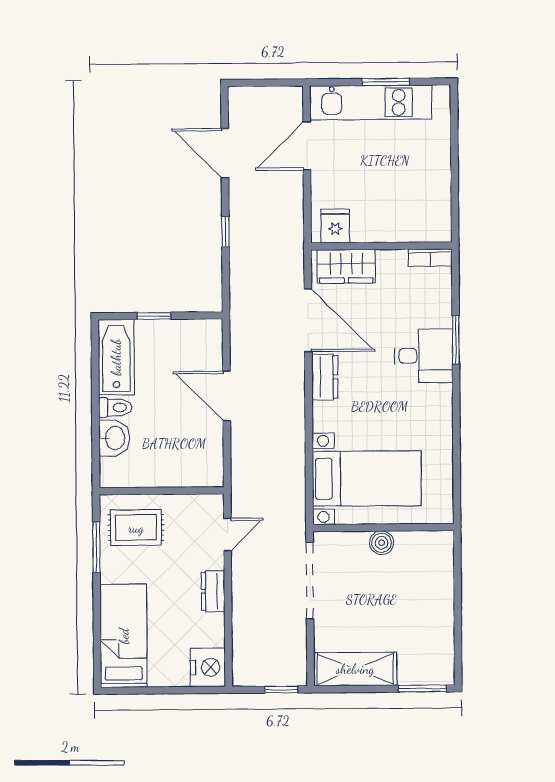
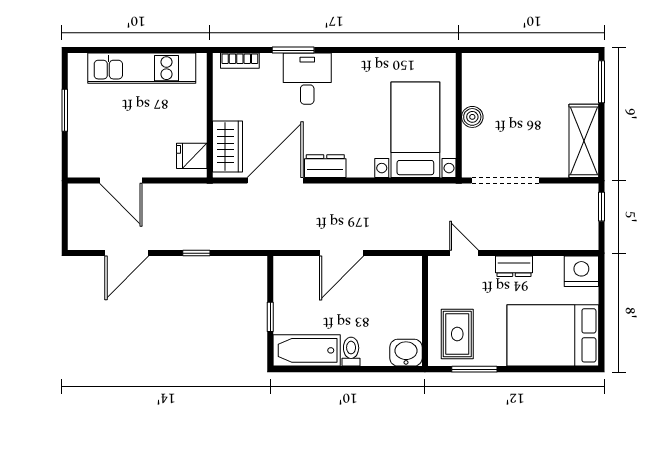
kitchen unit: (371, 102) -> (142, 68), moved, turned 90
bookcase: (430, 258) -> (240, 61), moved, turned 90
washbasin: (114, 438) -> (406, 353), moved
bed: (124, 636) -> (553, 335), width x1.50

